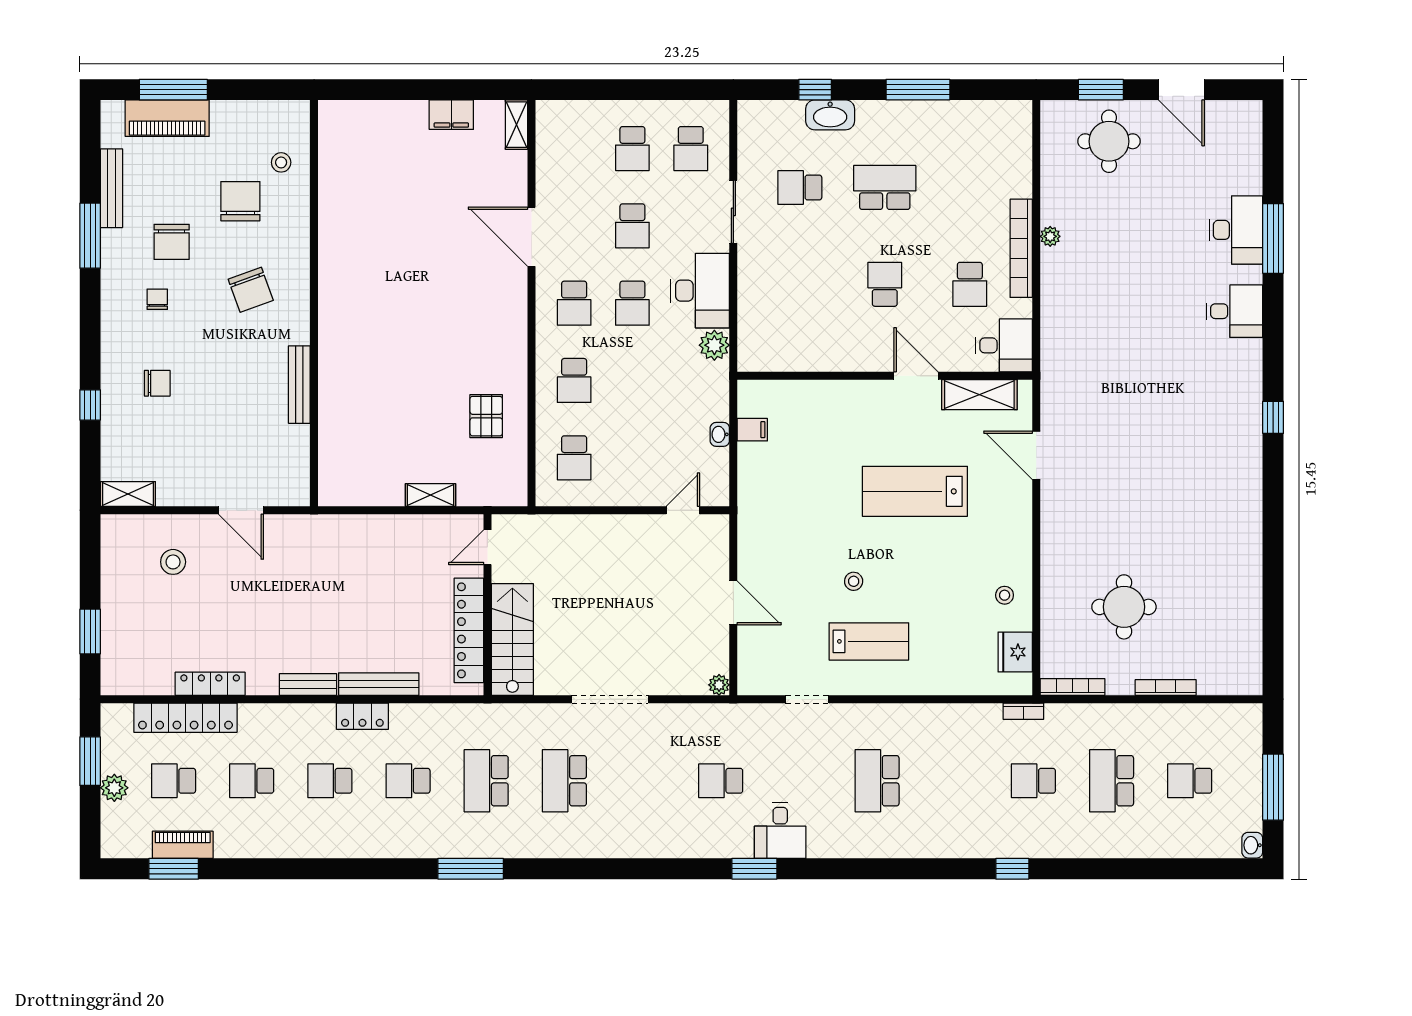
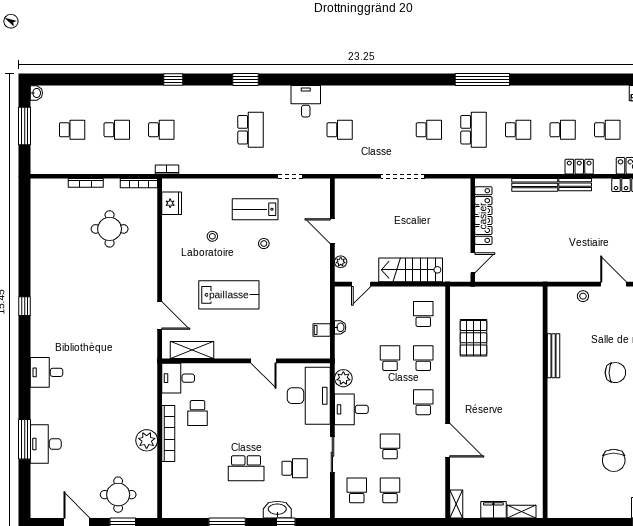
stool: (281, 162) -> (583, 296), moved
plant: (1050, 236) -> (147, 440), width x1.87, depth x1.87
school desk: (885, 284) -> (246, 413), removed
school desk: (970, 284) -> (198, 413), turned 180
chair: (251, 290) -> (615, 373), moved, turned 110
desk: (700, 291) -> (351, 409), width x0.73
wall: (314, 303) -> (545, 402), moved
school desk: (632, 303) -> (390, 358), moved
desk: (1234, 311) -> (47, 372), moved
desk: (775, 315) -> (309, 396), added
door: (916, 376) -> (263, 361), moved
bench: (299, 385) -> (554, 356), moved
pallet: (486, 416) -> (473, 338), width x1.50, depth x1.42
window: (1273, 417) -> (25, 306), moved
shelving: (431, 495) -> (522, 512), moved
stool: (1005, 595) -> (212, 236), moved
stairs: (512, 640) -> (411, 270), moved, turned 90
plant: (719, 685) -> (341, 262), moved
locker: (362, 716) -> (579, 167), moved
school desk: (564, 781) -> (429, 130), width x0.54
school desk: (1112, 781) -> (117, 130), width x0.54
window: (471, 869) -> (482, 80), width x1.46
window: (754, 869) -> (245, 80), moved

